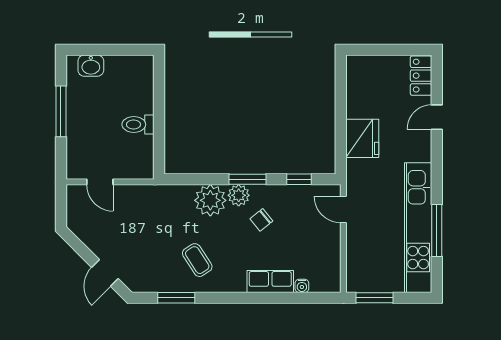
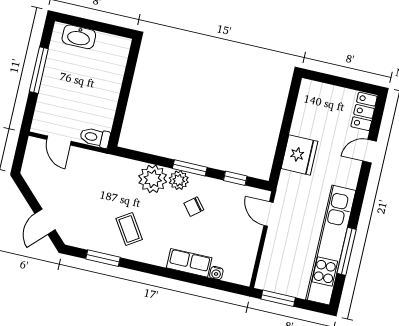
washbasin: (91, 66) -> (79, 37), width x1.38
toilet: (138, 124) -> (95, 137), moved

